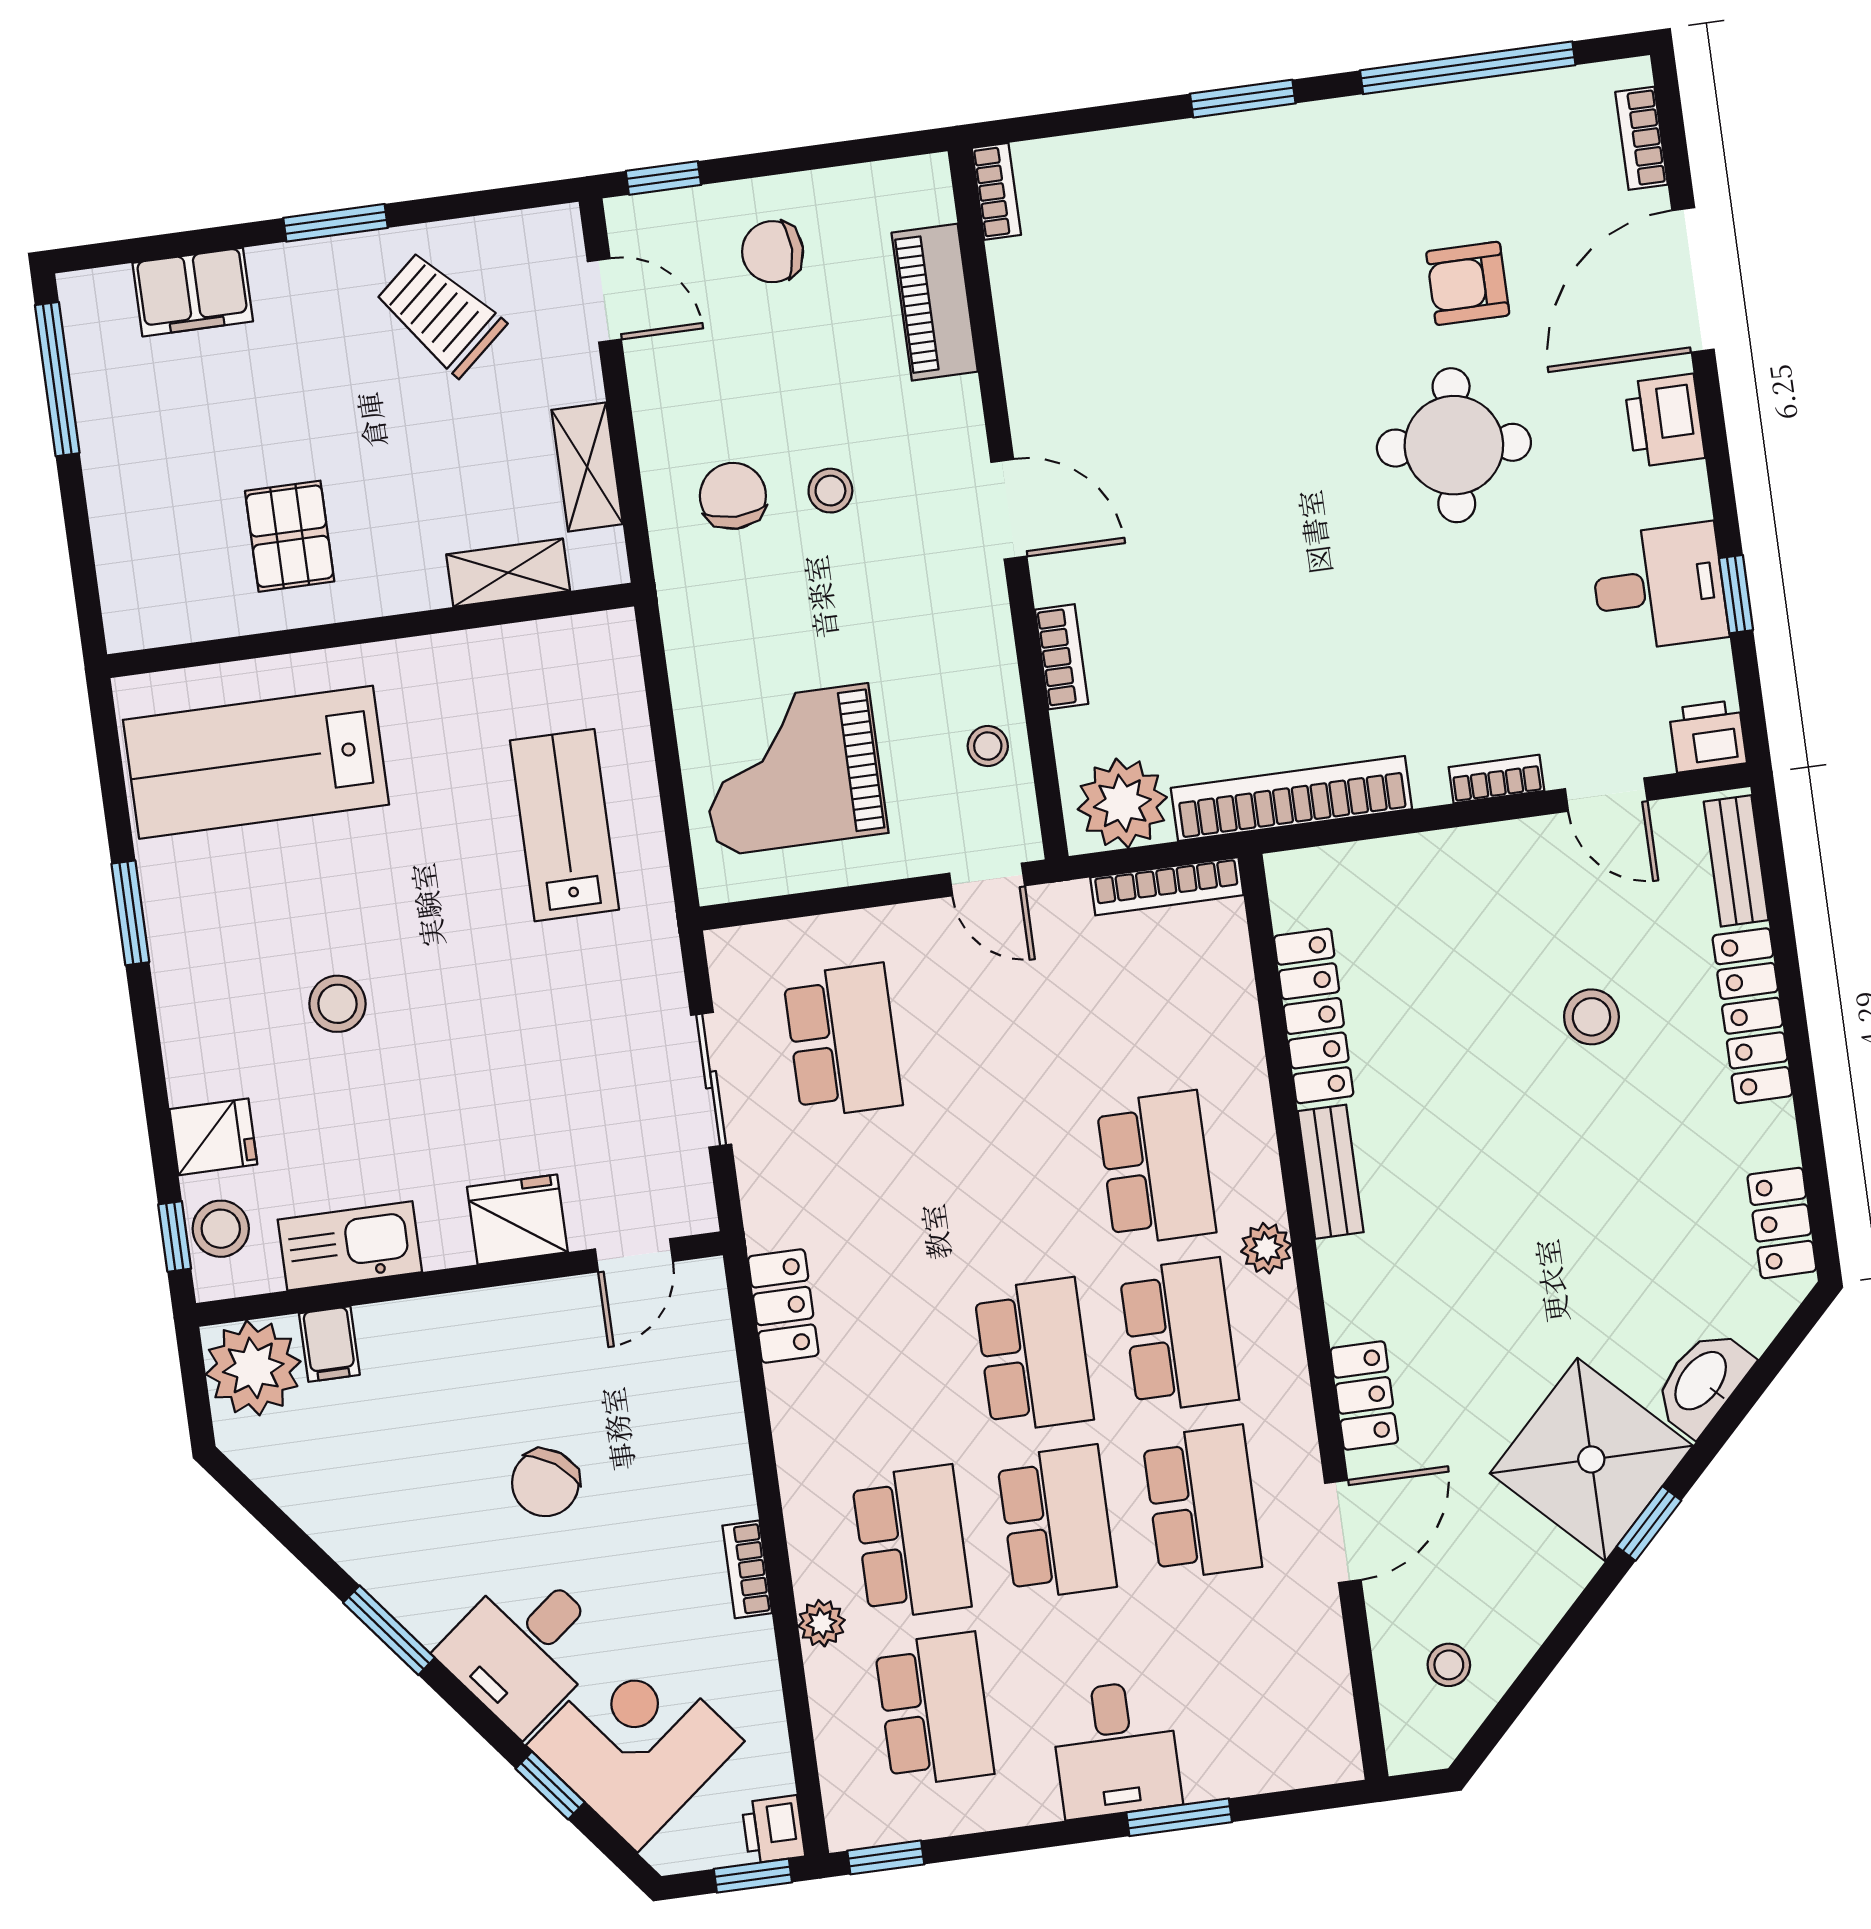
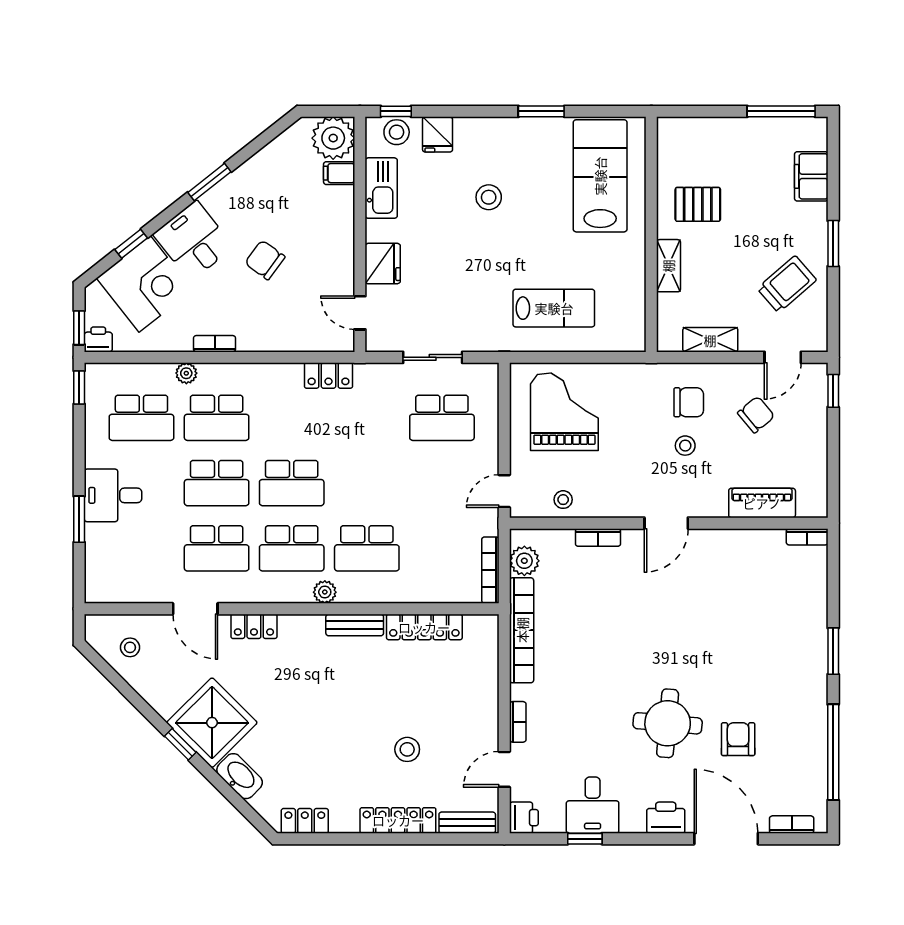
chair: (773, 252) -> (756, 415), moved, turned 50
shelving: (508, 573) -> (668, 266), moved
plant: (1122, 803) -> (524, 561), width x0.73, depth x0.73

